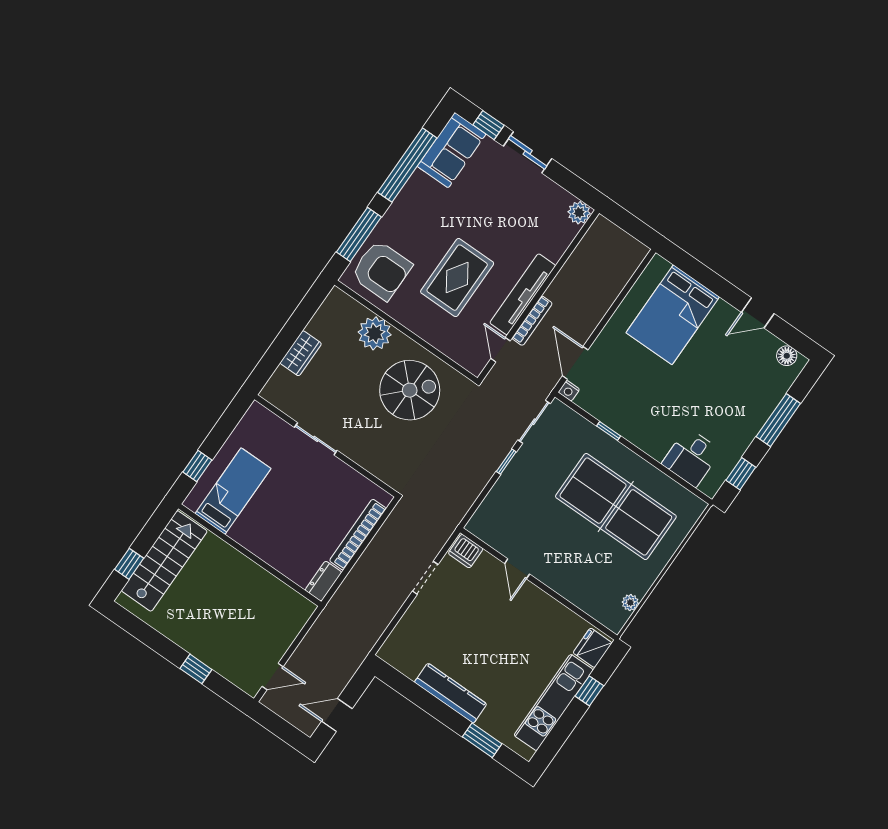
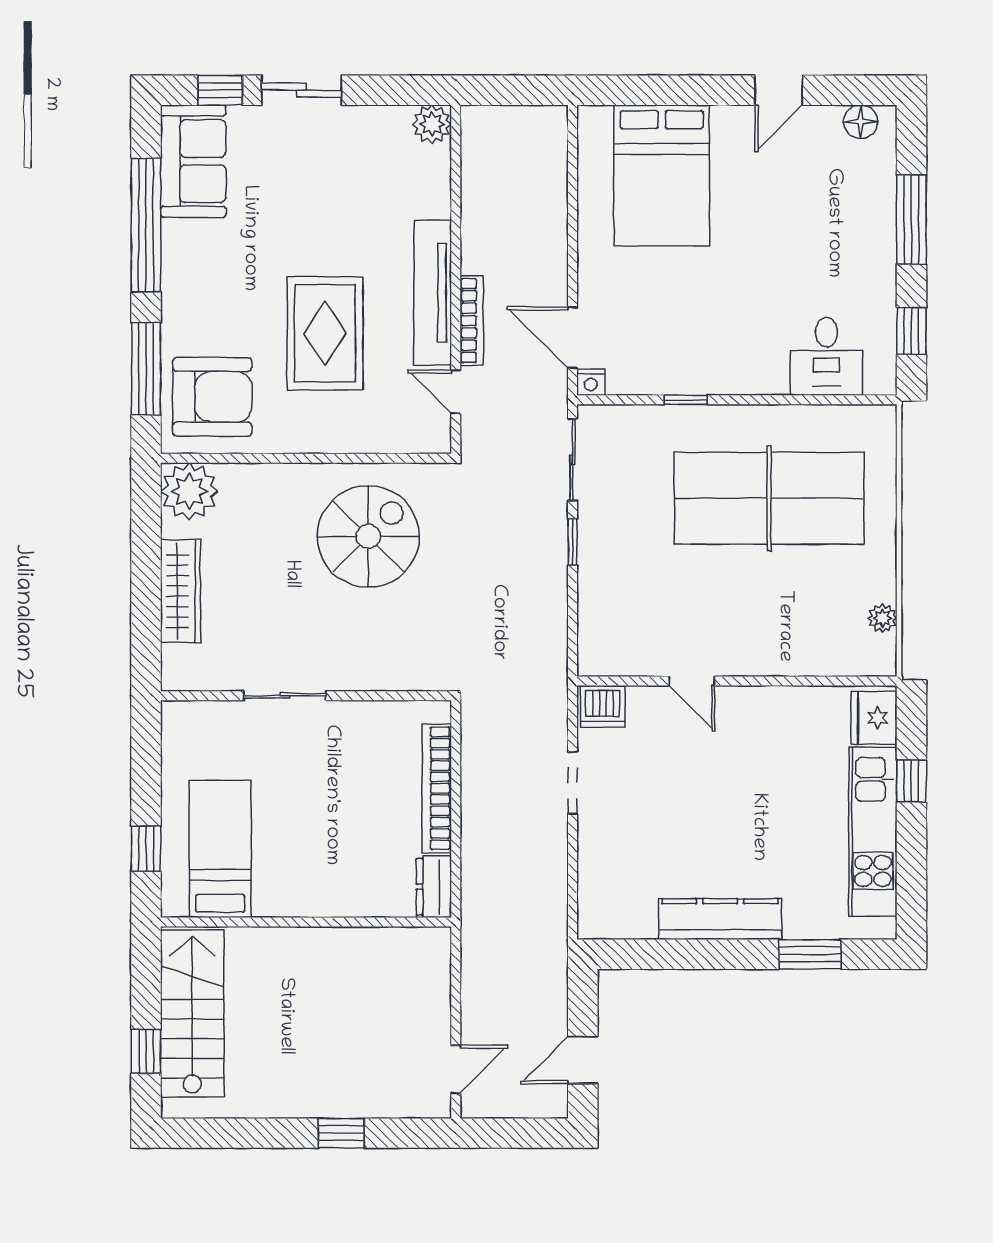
plant: (375, 333) -> (189, 491), moved
wardrobe: (301, 353) -> (181, 591), width x1.50

